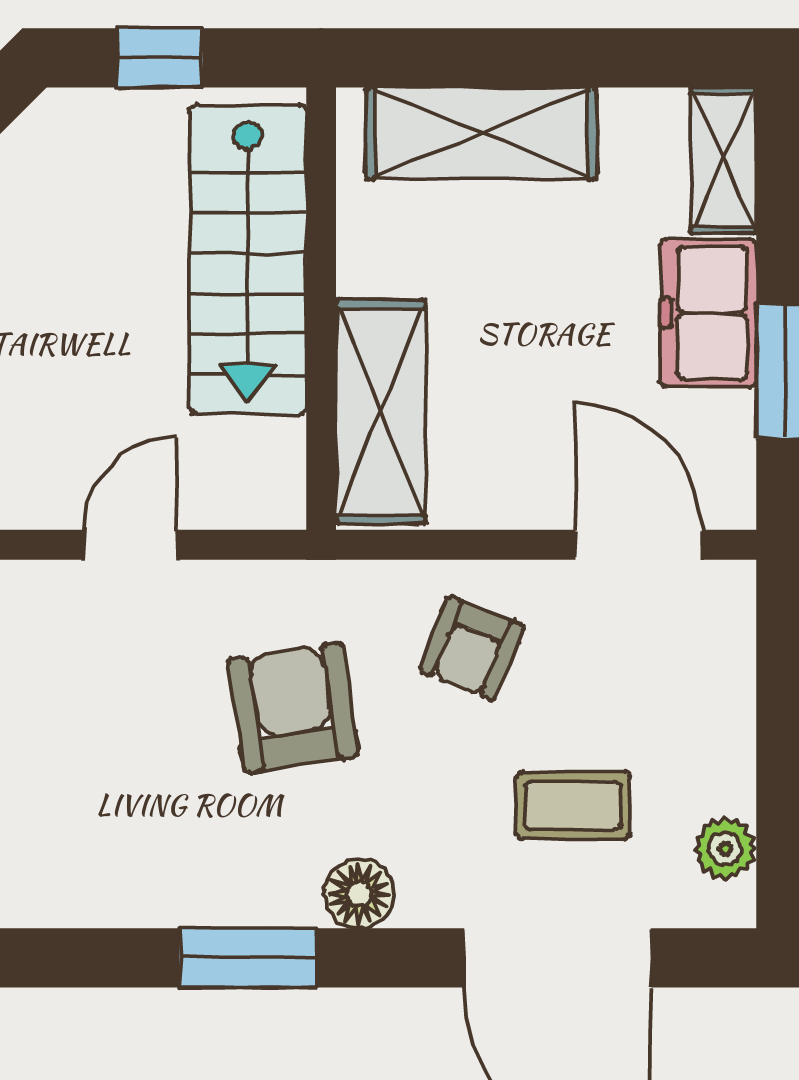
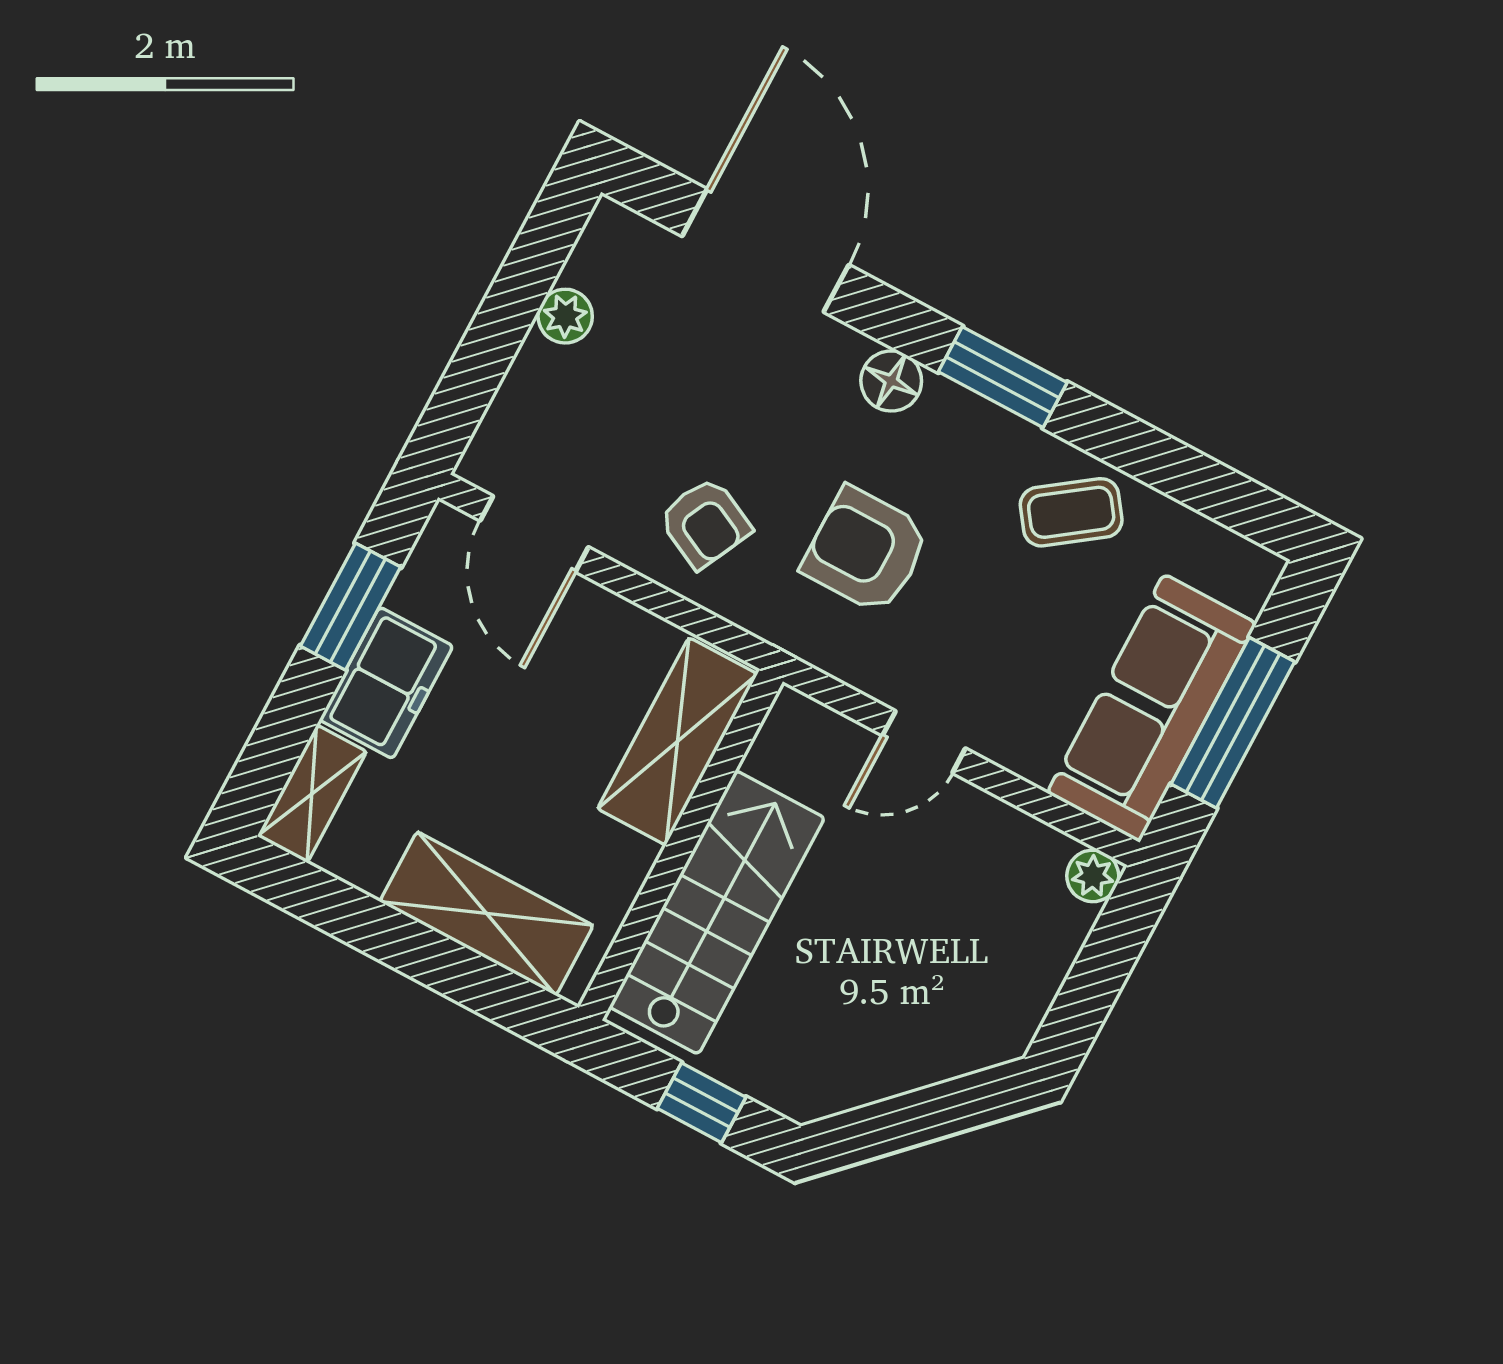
armchair: (471, 648) -> (705, 523), turned 94
armchair: (293, 708) -> (866, 550), turned 99
coffee table: (573, 806) -> (1071, 512), moved, turned -36
plant: (725, 848) -> (565, 316), moved

